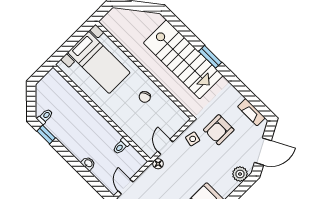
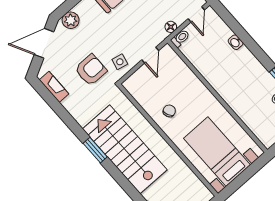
toilet: (121, 146) -> (180, 38), moved
floor lamp: (158, 164) -> (171, 27), moved

